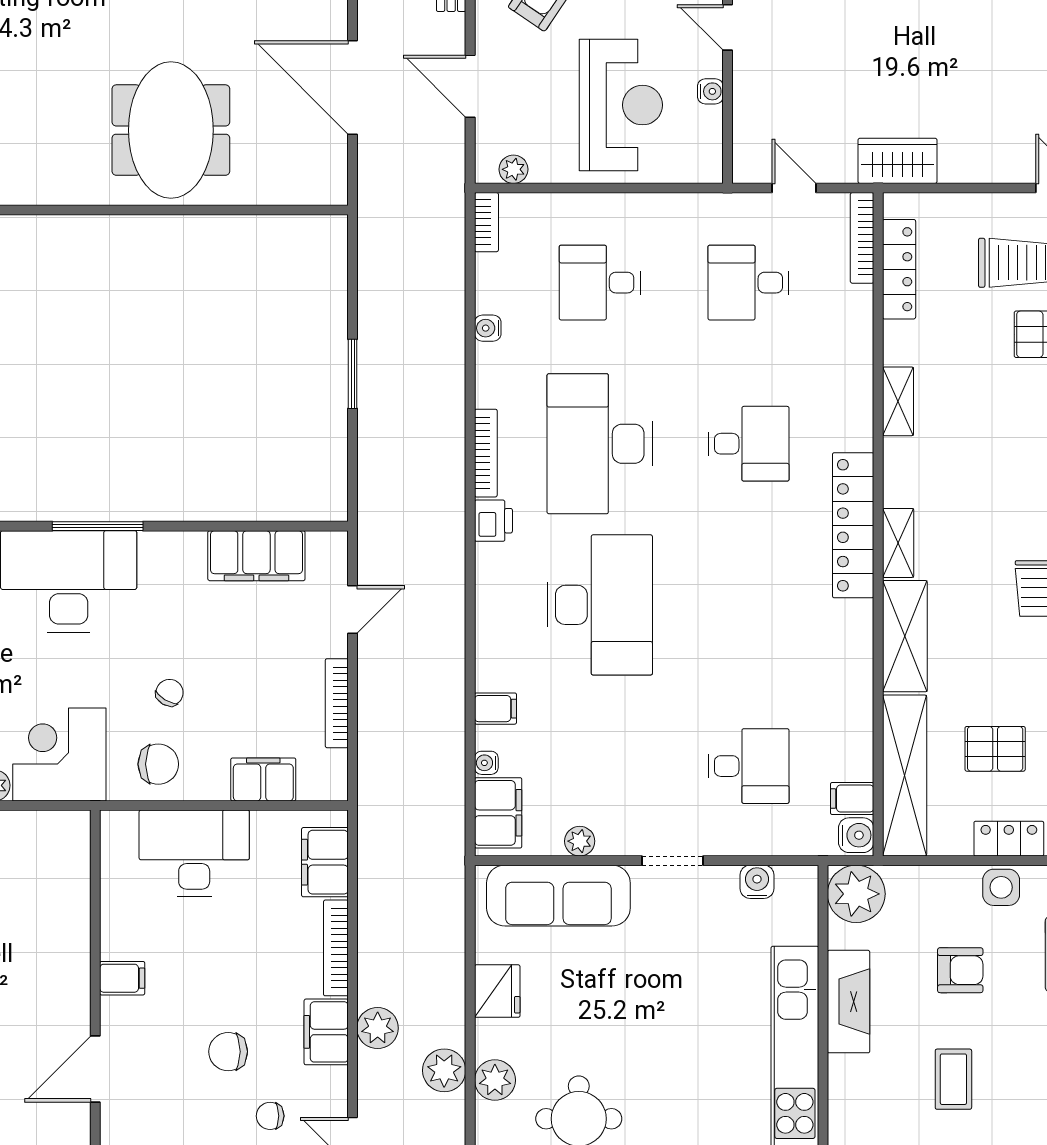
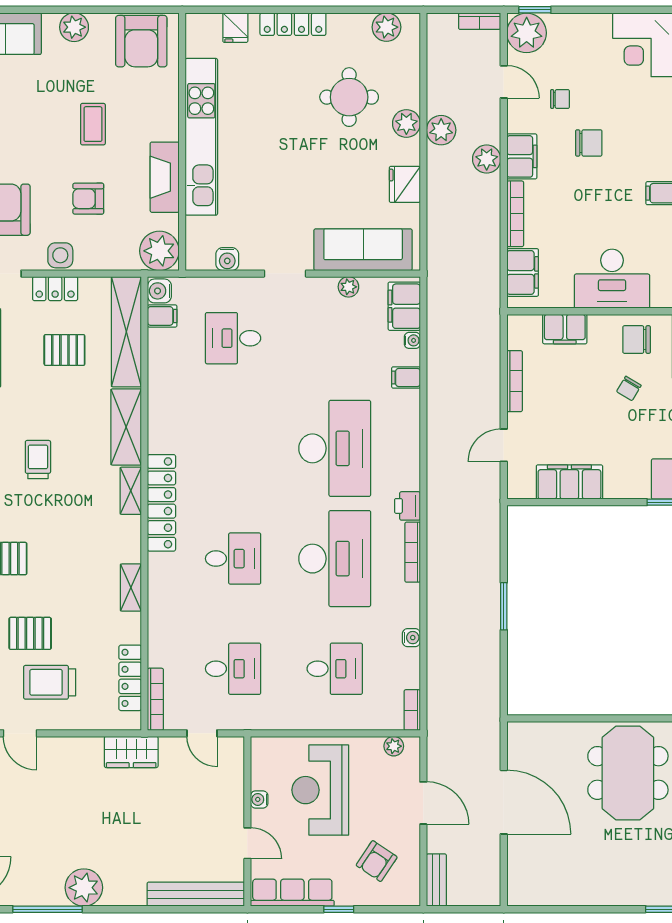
desk: (748, 444) -> (233, 559), turned 180
desk: (600, 605) -> (335, 448), turned 180

